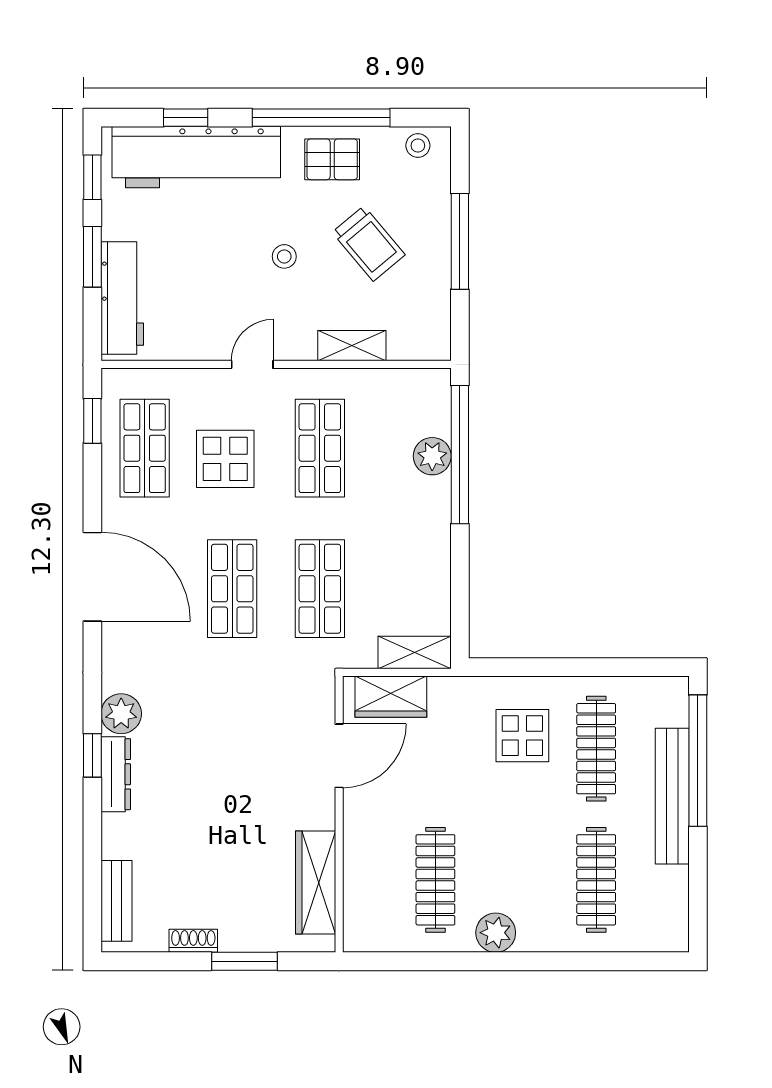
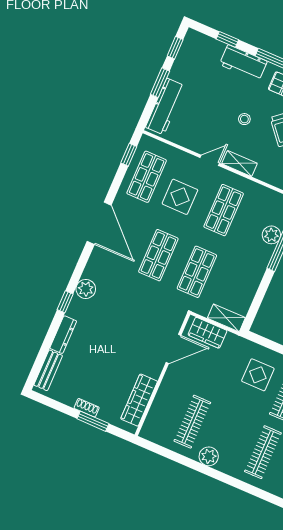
workbench: (196, 157) -> (243, 63), width x0.53, depth x0.76
shelving: (352, 346) -> (240, 163), moved
dresser: (116, 774) -> (63, 335), moved
shoe rack: (193, 941) -> (87, 408), moved

